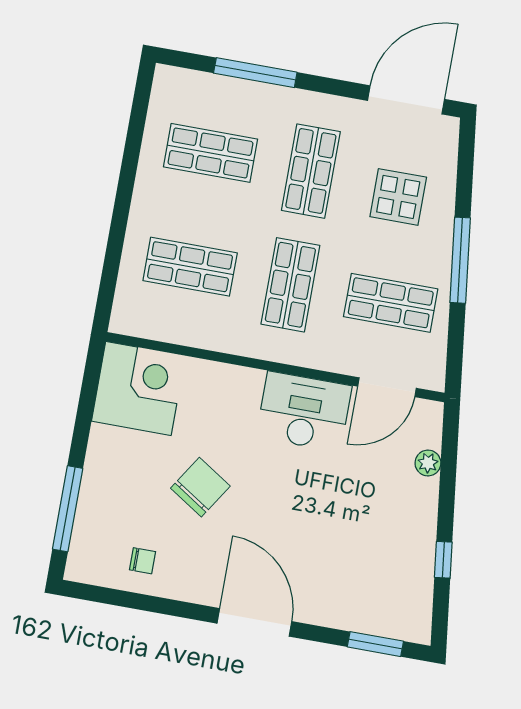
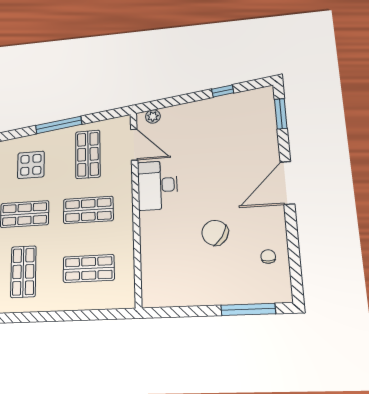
shop shelf: (190, 267) -> (89, 268), turned 90
corner desk: (138, 389) -> (165, 283), removed
plant: (428, 463) -> (153, 116), moved

